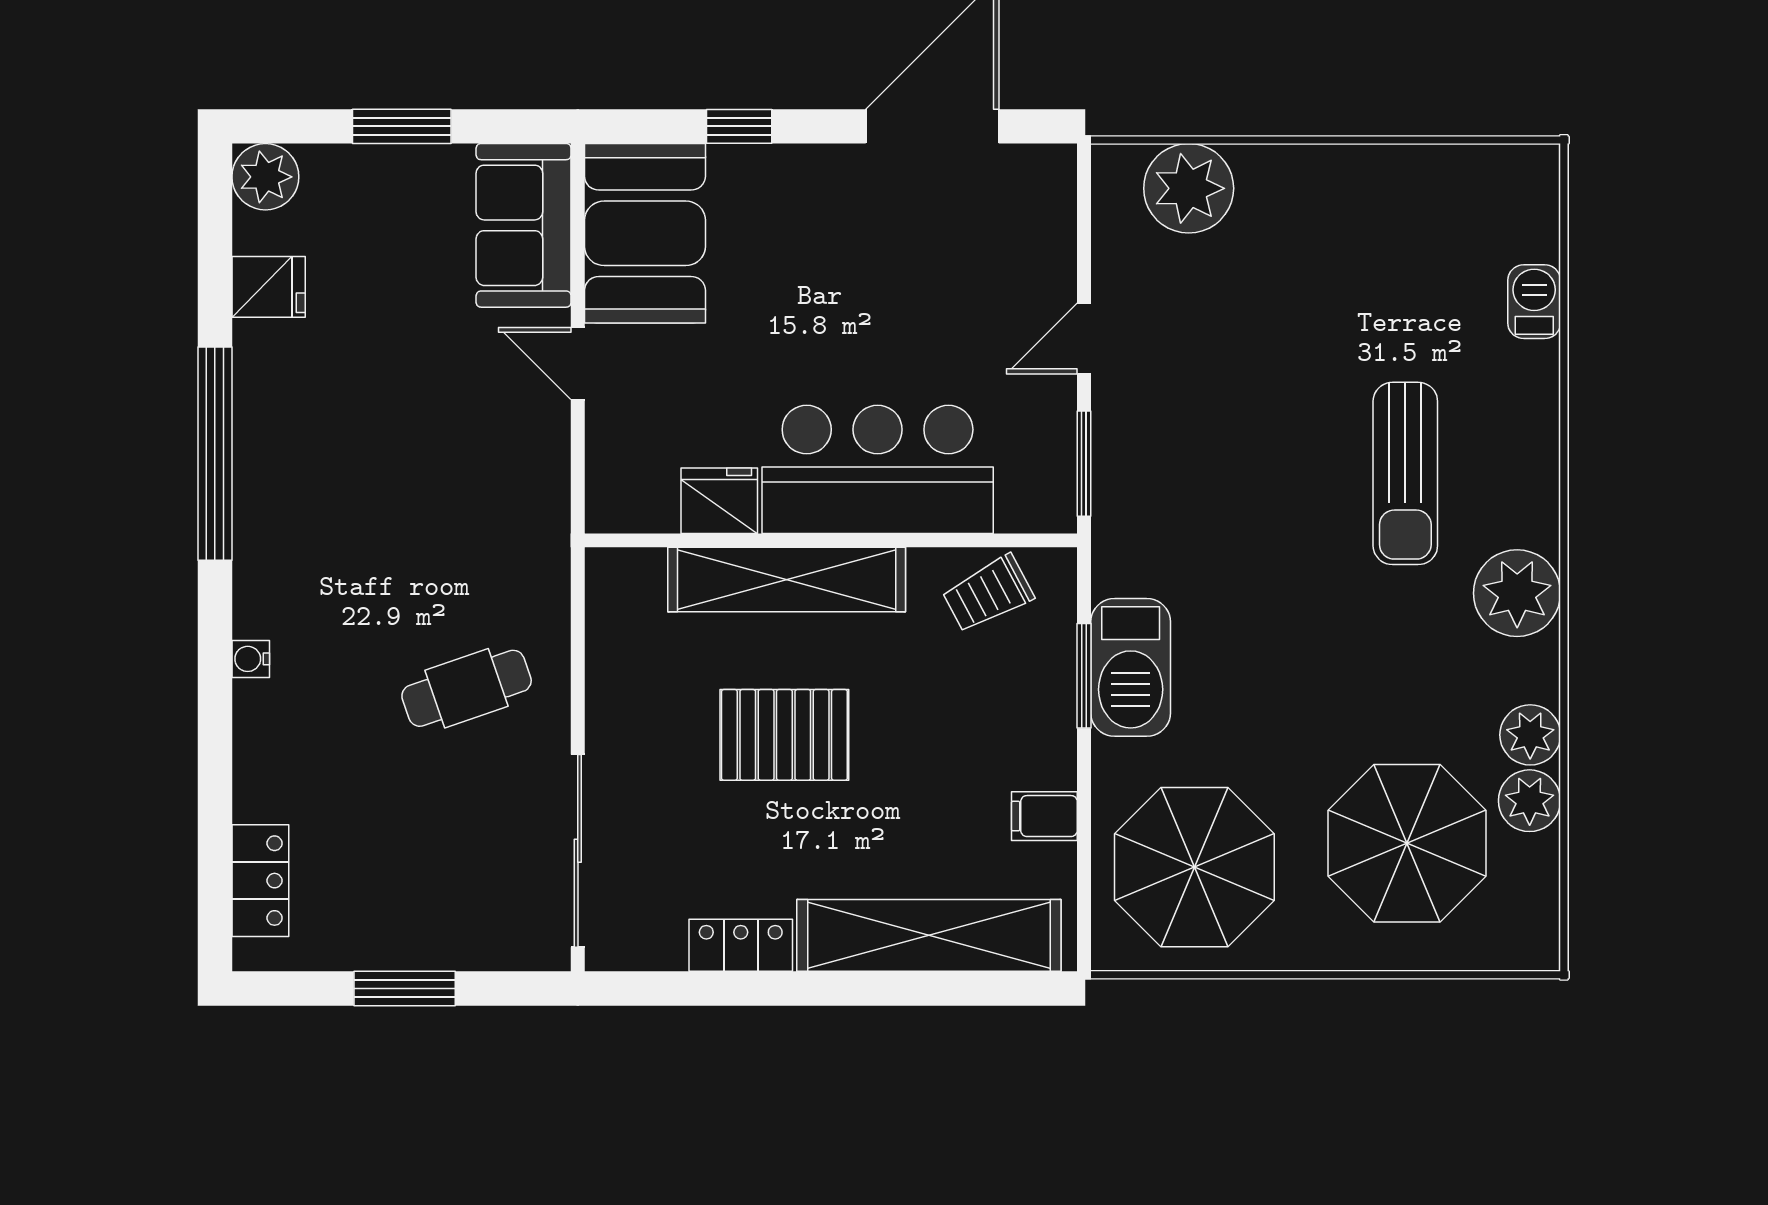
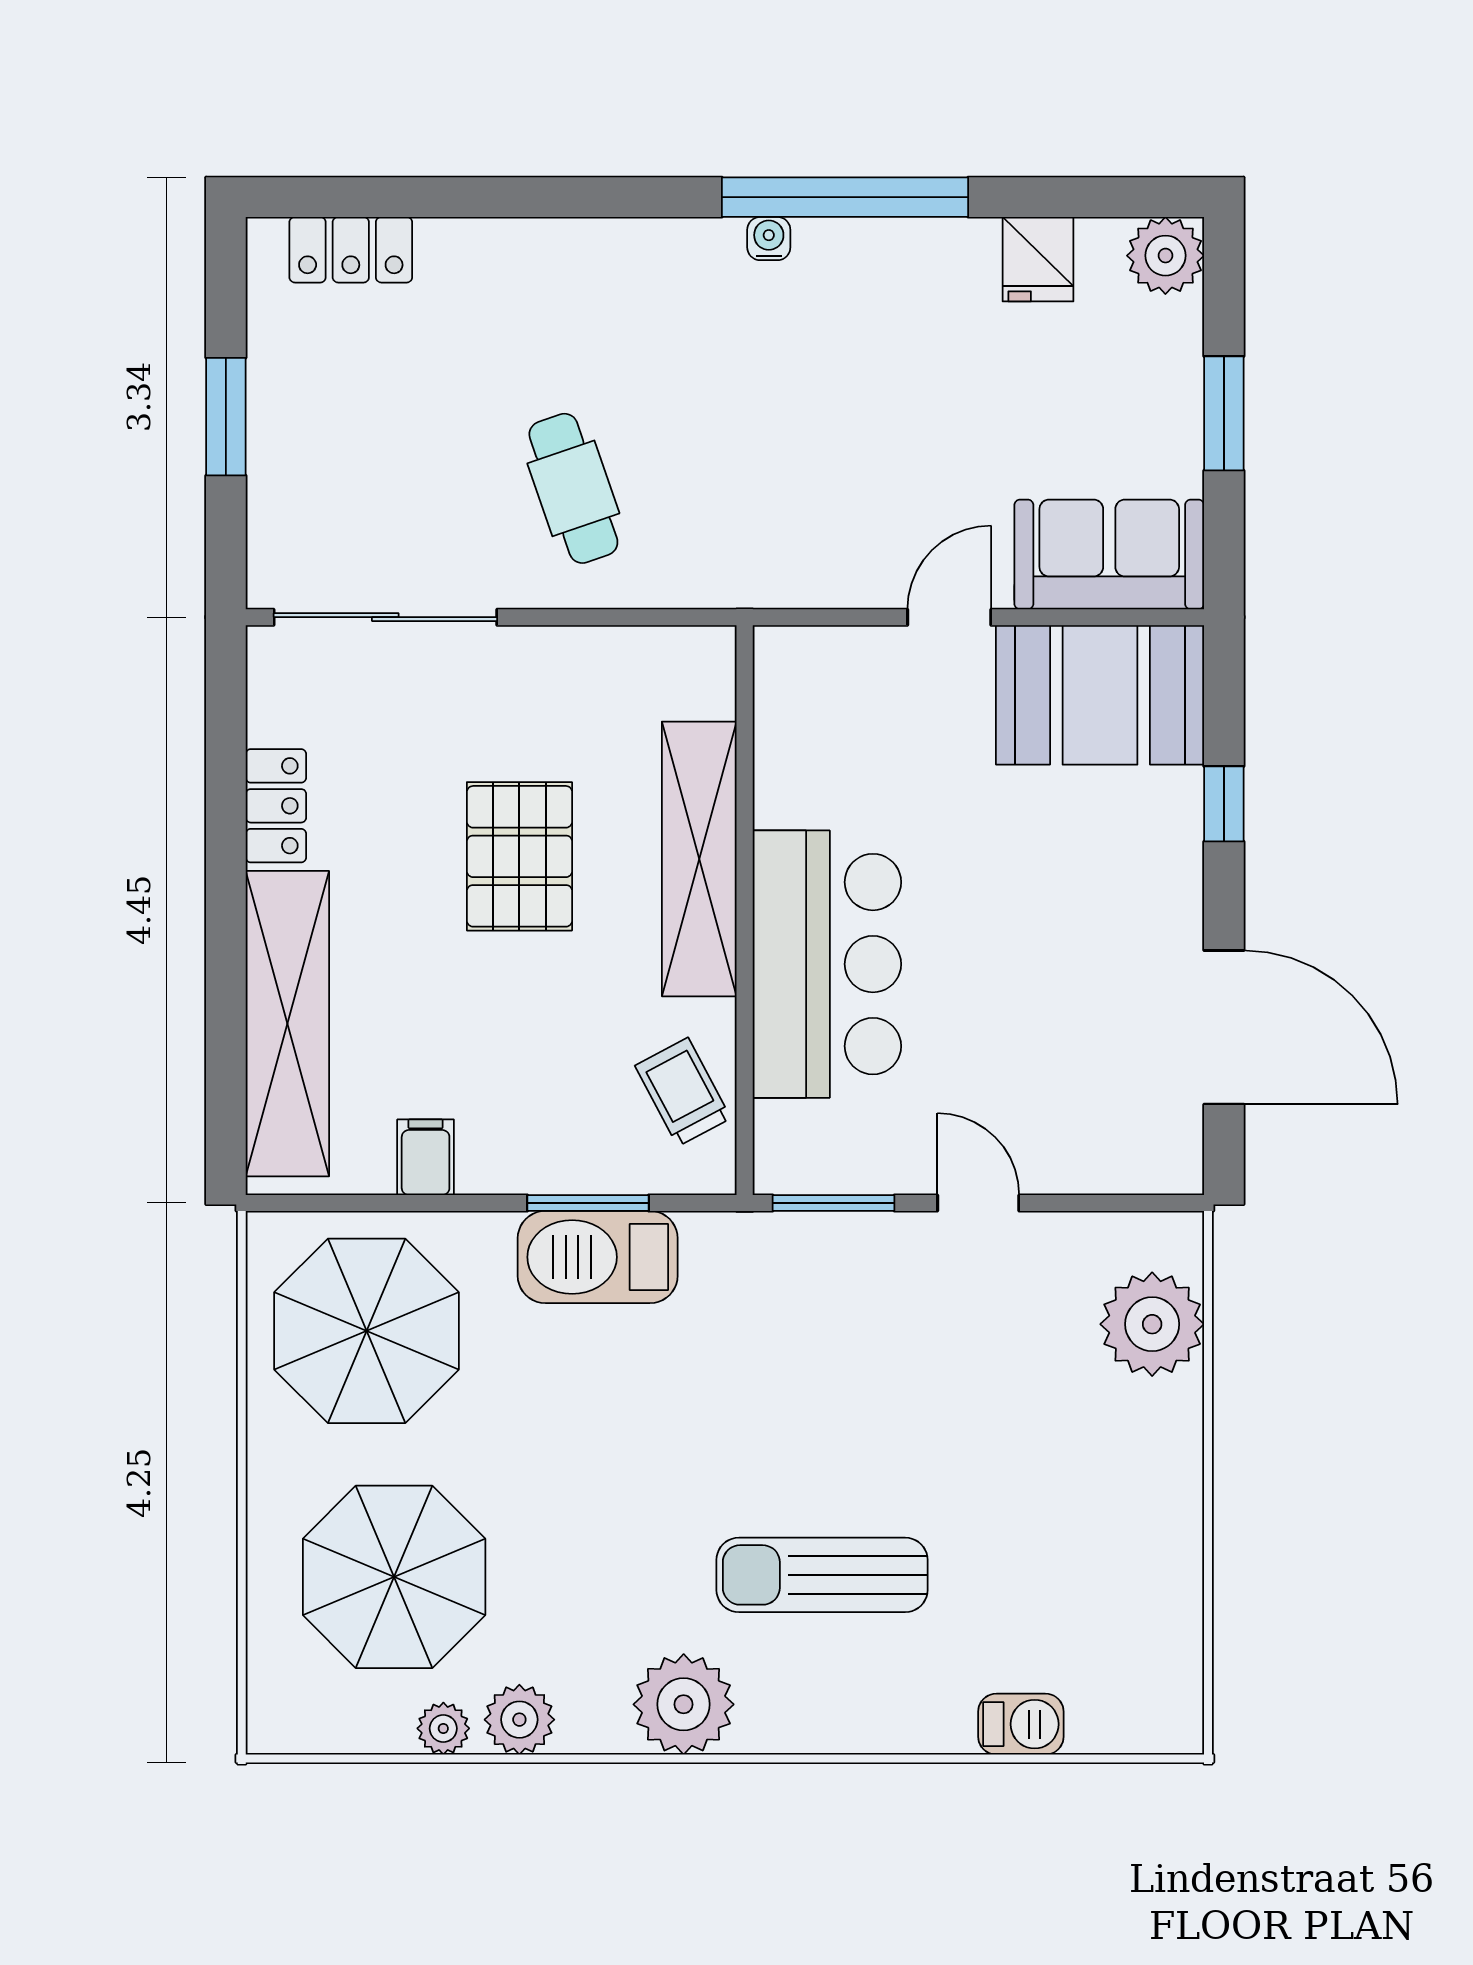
fridge: (719, 501) -> (791, 781), removed
water cooler: (251, 659) -> (769, 239), moved
plant: (1530, 801) -> (443, 1728), width x0.73, depth x0.73

